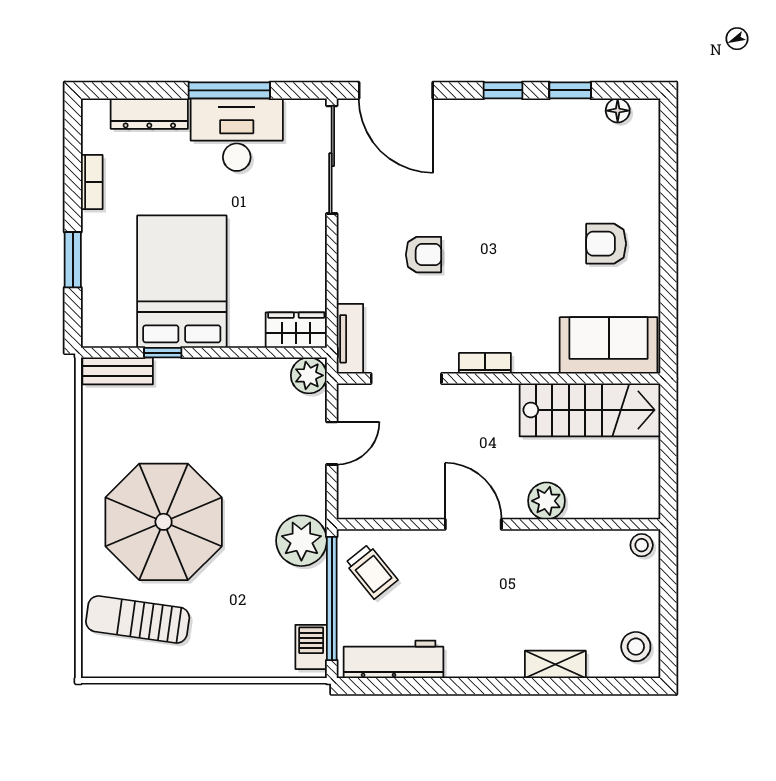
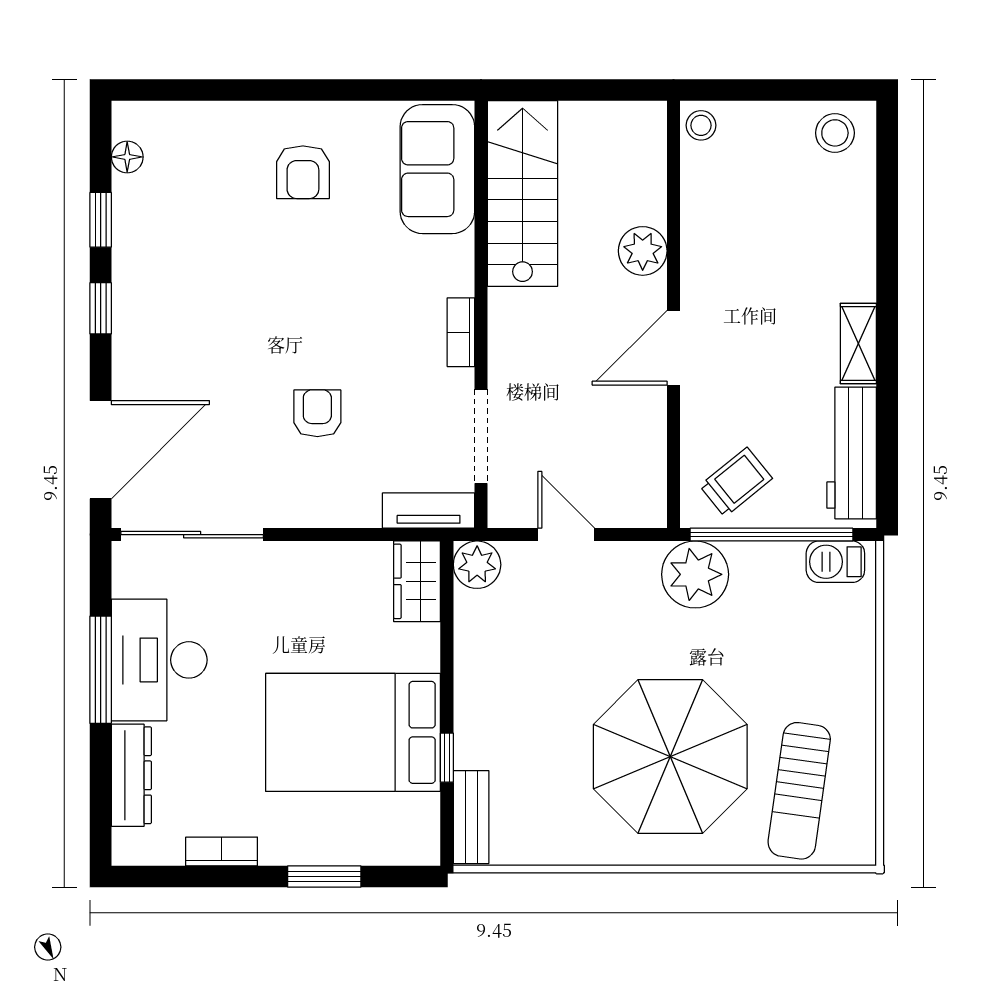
shelving: (555, 664) -> (858, 344), moved

